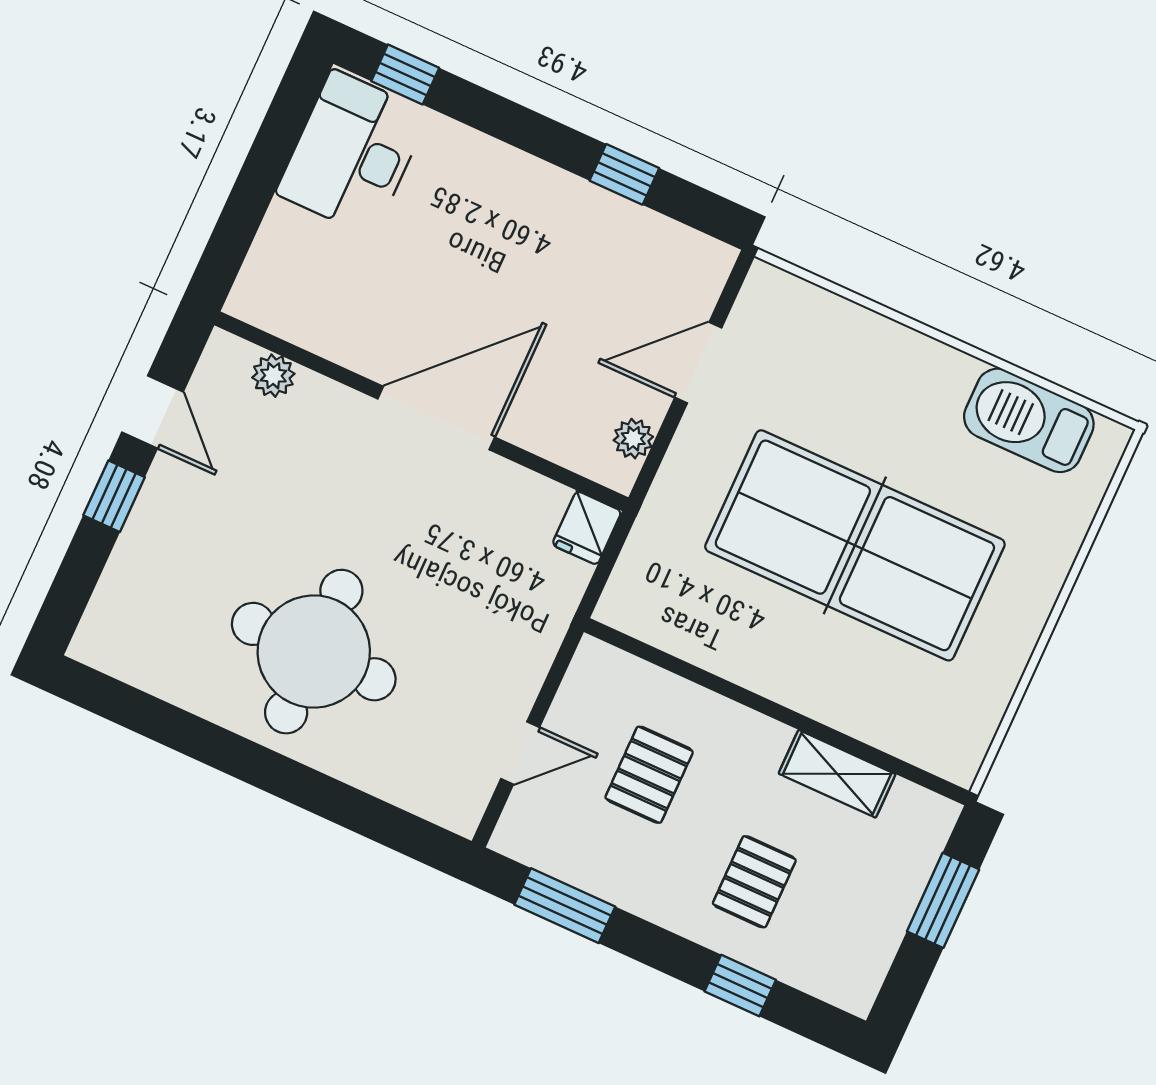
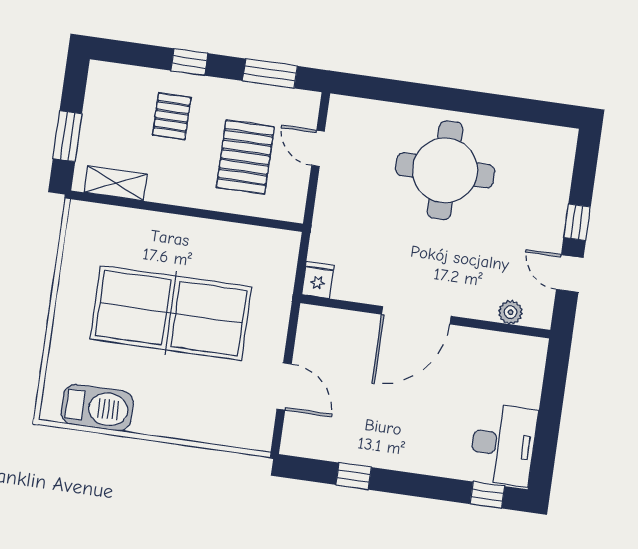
door: (698, 363) -> (284, 387), hinge flipped
plant: (633, 439) -> (307, 335), removed
door: (520, 753) -> (318, 148), hinge flipped
shelving: (837, 774) -> (115, 183), moved
pallet: (649, 775) -> (245, 157), width x1.50, depth x1.42
window: (740, 986) -> (189, 62), moved

